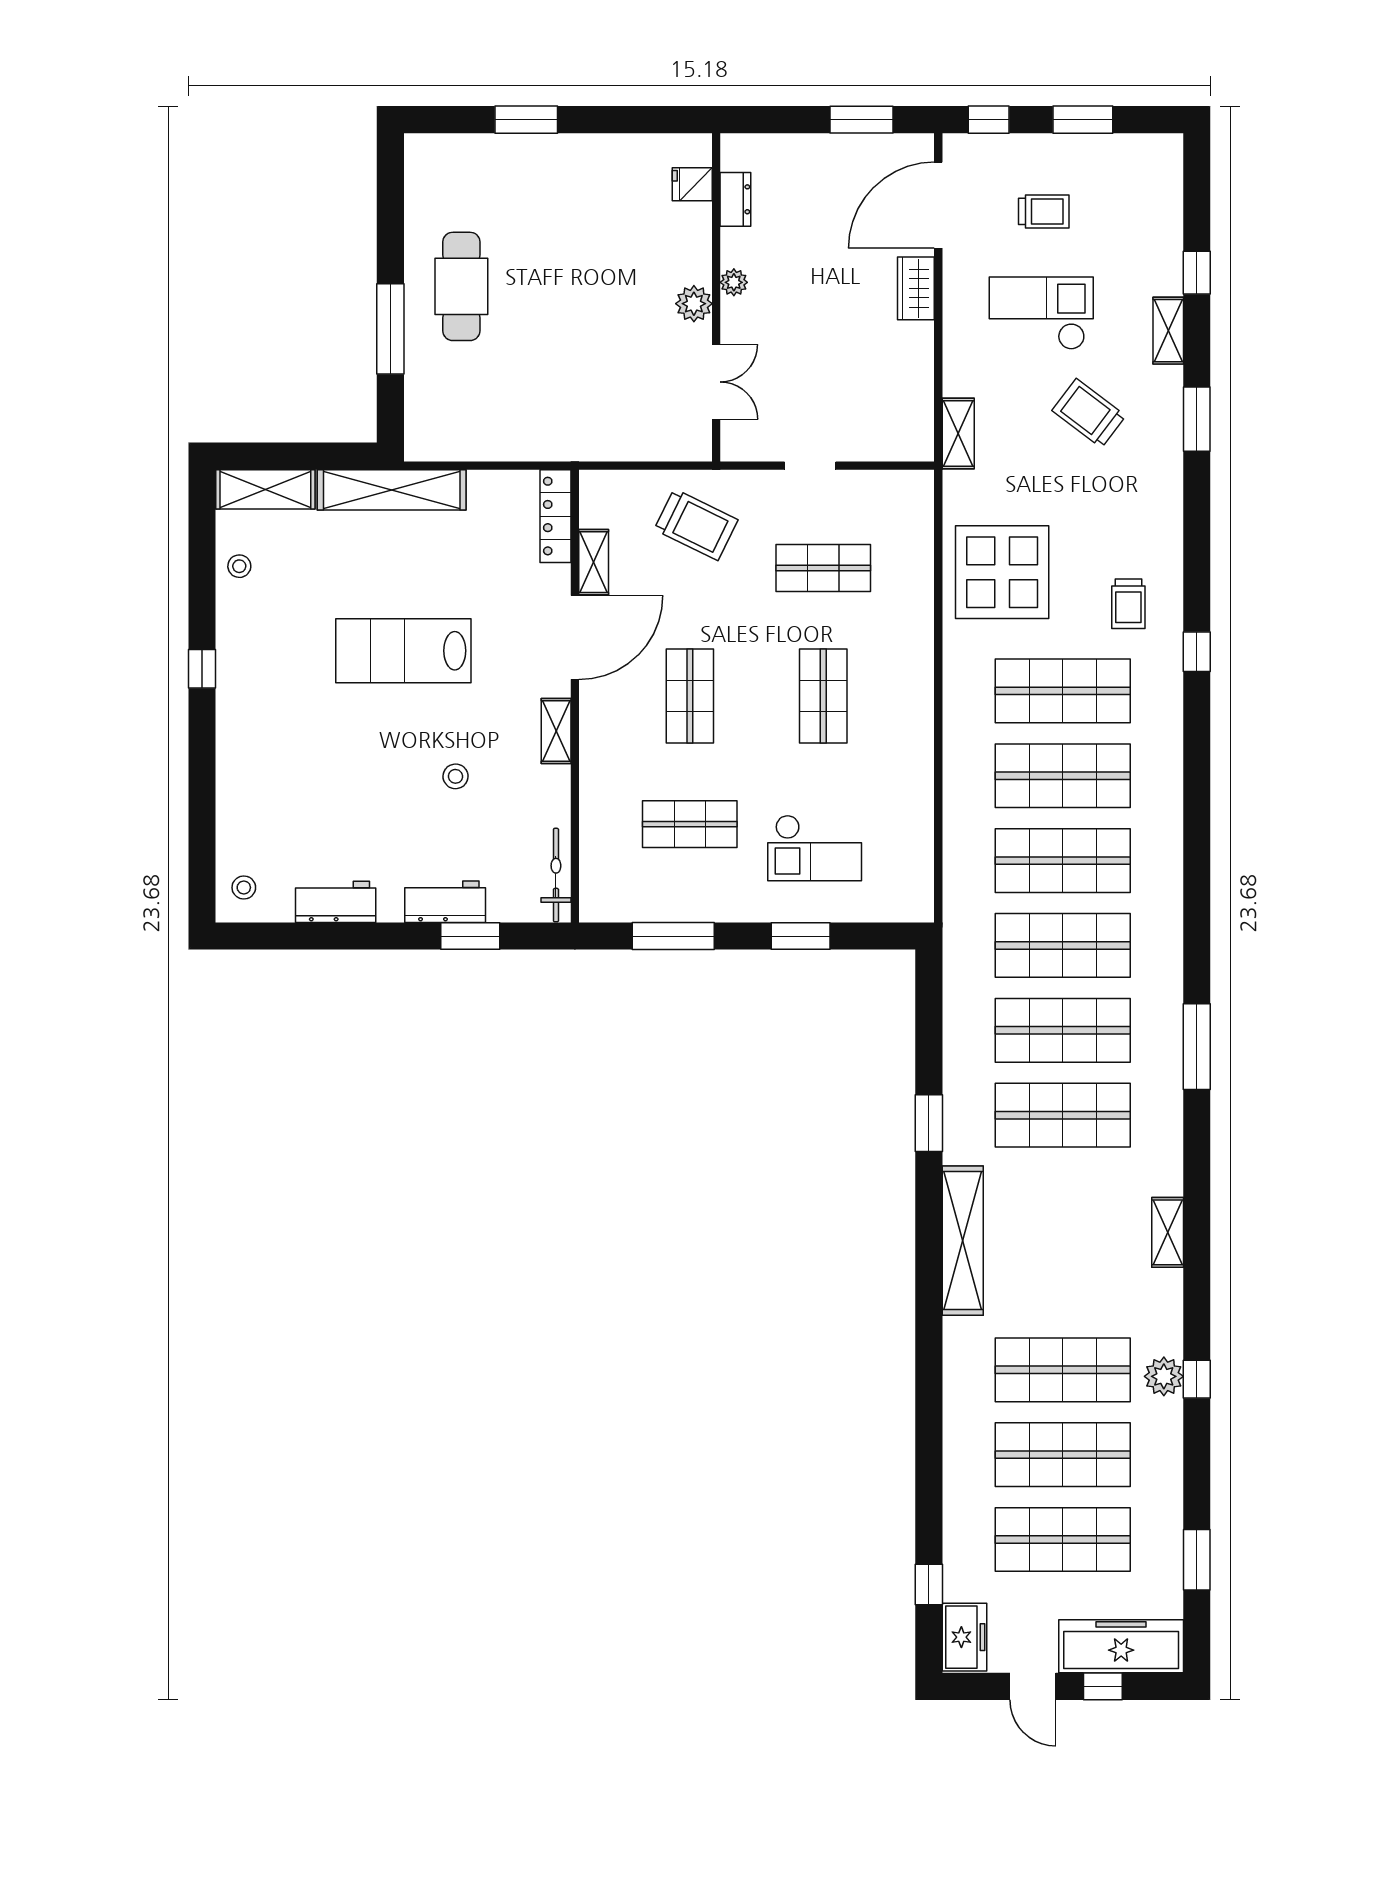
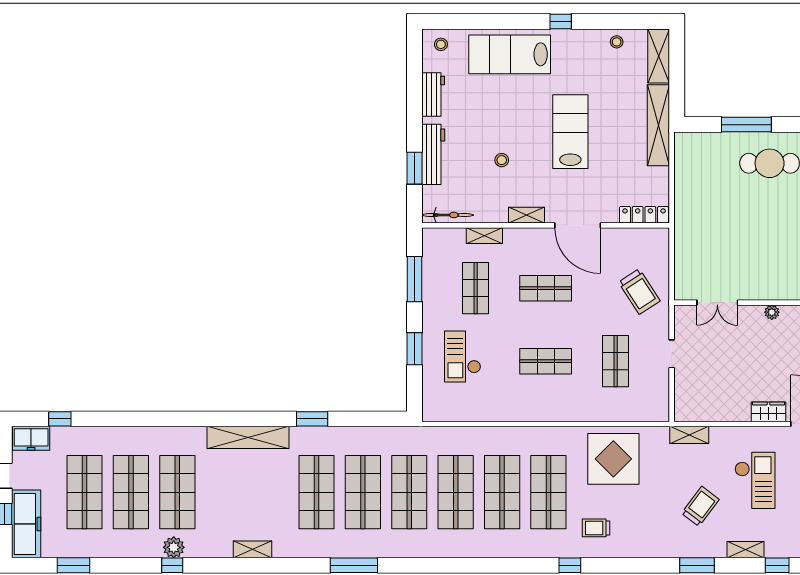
plant: (694, 304) -> (760, 290), removed
trolley: (696, 525) -> (639, 292), turned -59
shelving: (594, 562) -> (484, 236), moved
lab bench: (262, 762) -> (510, 54), added
workbench: (445, 902) -> (433, 154), width x1.38

